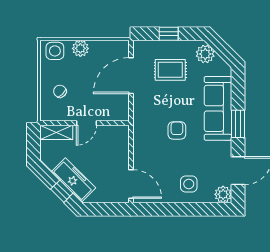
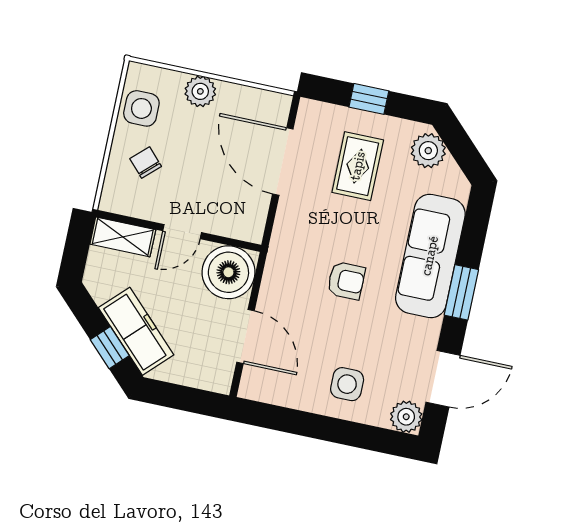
side table: (55, 51) -> (141, 108), moved
rug: (170, 70) -> (358, 166), turned 90
door: (131, 76) -> (283, 161), hinge flipped
armchair: (177, 130) -> (346, 281), turned 90
boiler: (115, 139) -> (228, 272), added
door: (131, 184) -> (246, 337), moved

